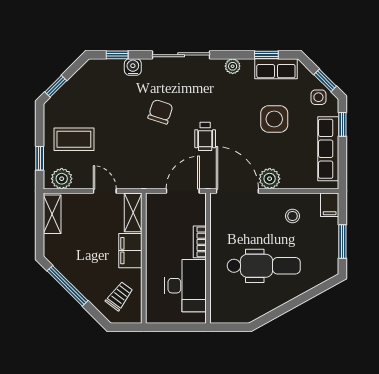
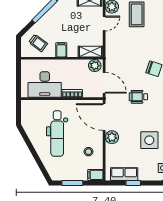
window: (342, 124) -> (133, 183), moved
row of seats: (328, 149) -> (124, 174), width x0.68
door: (105, 191) -> (104, 23), moved
door: (237, 191) -> (104, 117), swing flipped
plant: (155, 206) -> (95, 66), added
filing cabinet: (130, 251) -> (61, 50), width x0.50

